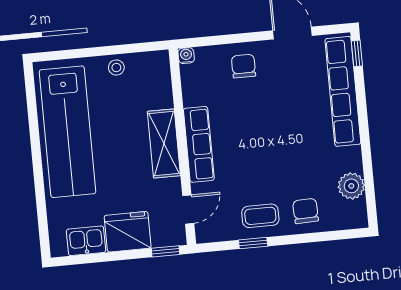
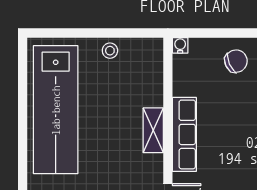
chair: (244, 66) -> (236, 61), turned 66
shelving: (164, 143) -> (153, 130), width x0.67, depth x0.75

